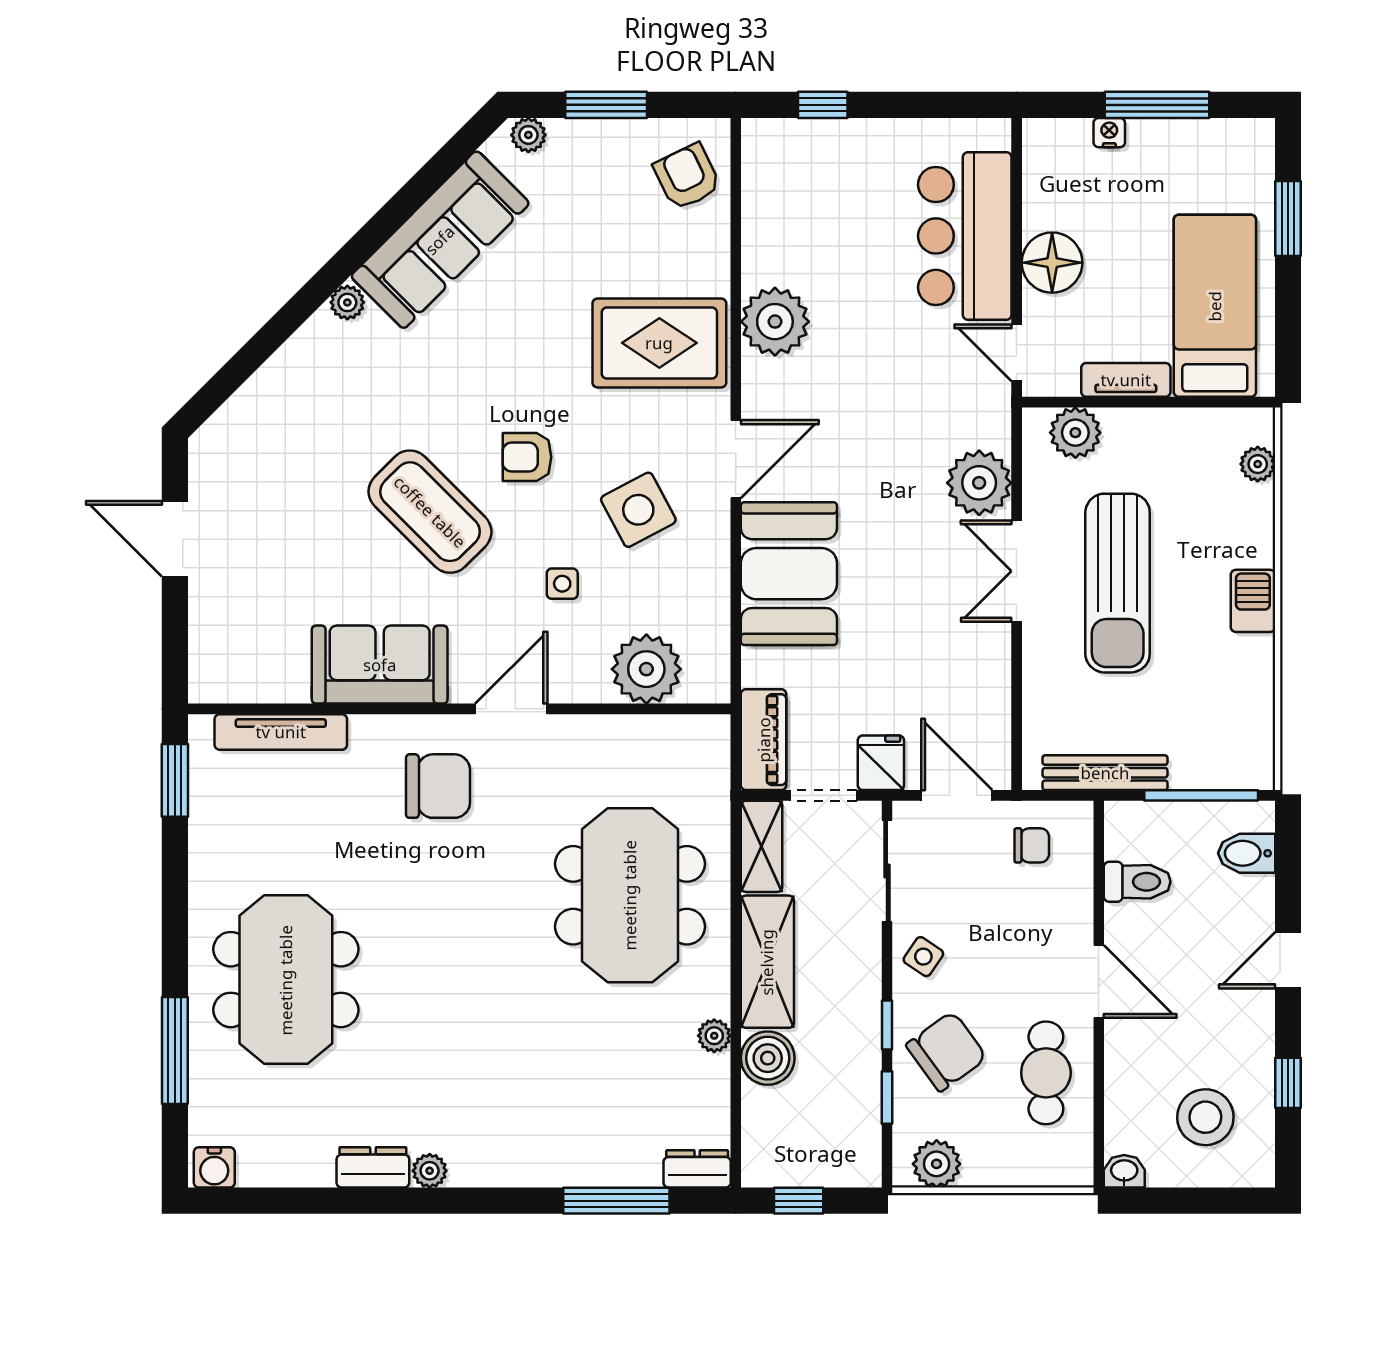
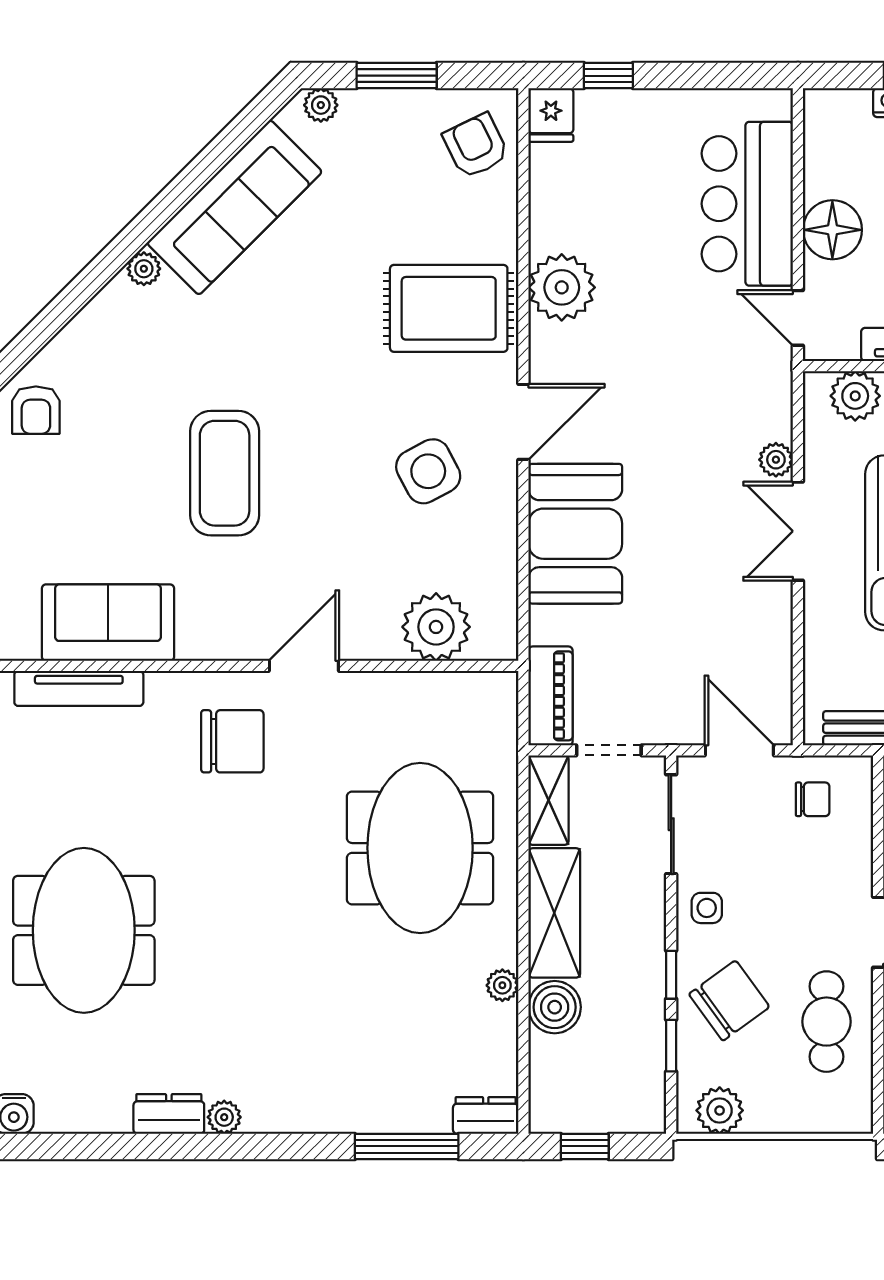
armchair: (527, 457) -> (36, 410), moved, turned -90
plant: (979, 483) -> (776, 460), width x0.53, depth x0.53
coffee table: (430, 512) -> (225, 473), turned 45
side table: (562, 584) -> (354, 543), removed
sofa: (380, 665) -> (108, 623), moved
fridge: (881, 763) -> (551, 115), moved, turned 180
side table: (923, 957) -> (707, 908), turned -34

